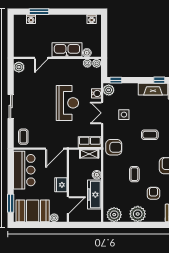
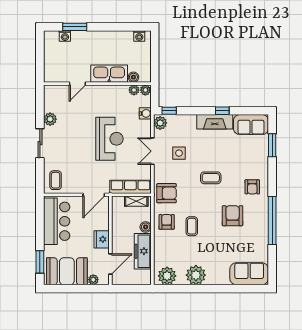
plant: (19, 67) -> (50, 119), moved
water cooler: (96, 93) -> (145, 113), moved
row of seats: (90, 142) -> (130, 187), width x1.48
armchair: (153, 193) -> (167, 222), moved

